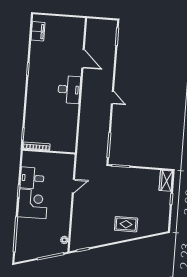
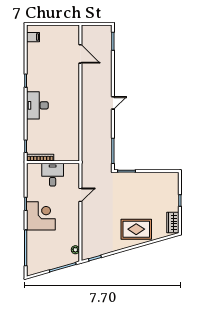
filing cabinet: (38, 31) -> (33, 37), width x0.50
door: (83, 59) -> (80, 54), moved
desk: (69, 90) -> (37, 105), moved, turned 180
door: (112, 98) -> (113, 103), hinge flipped
desk: (32, 178) -> (53, 175), moved, turned 90
wardrobe: (166, 181) -> (173, 223), moved
rug: (126, 224) -> (136, 229), width x1.36, depth x1.43

